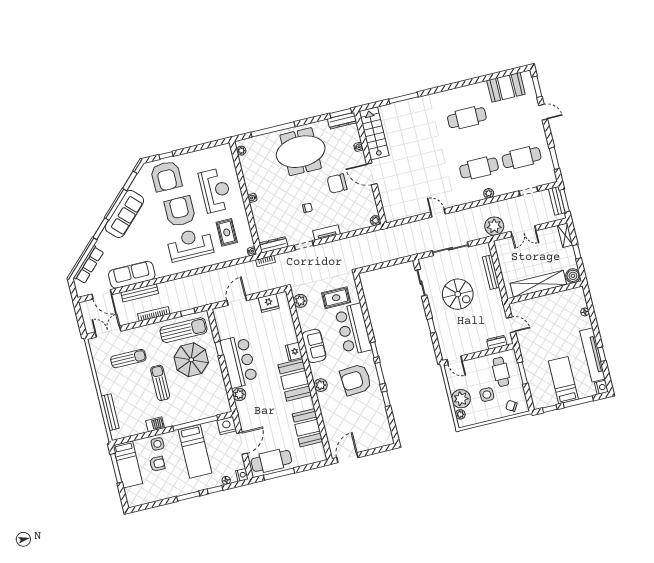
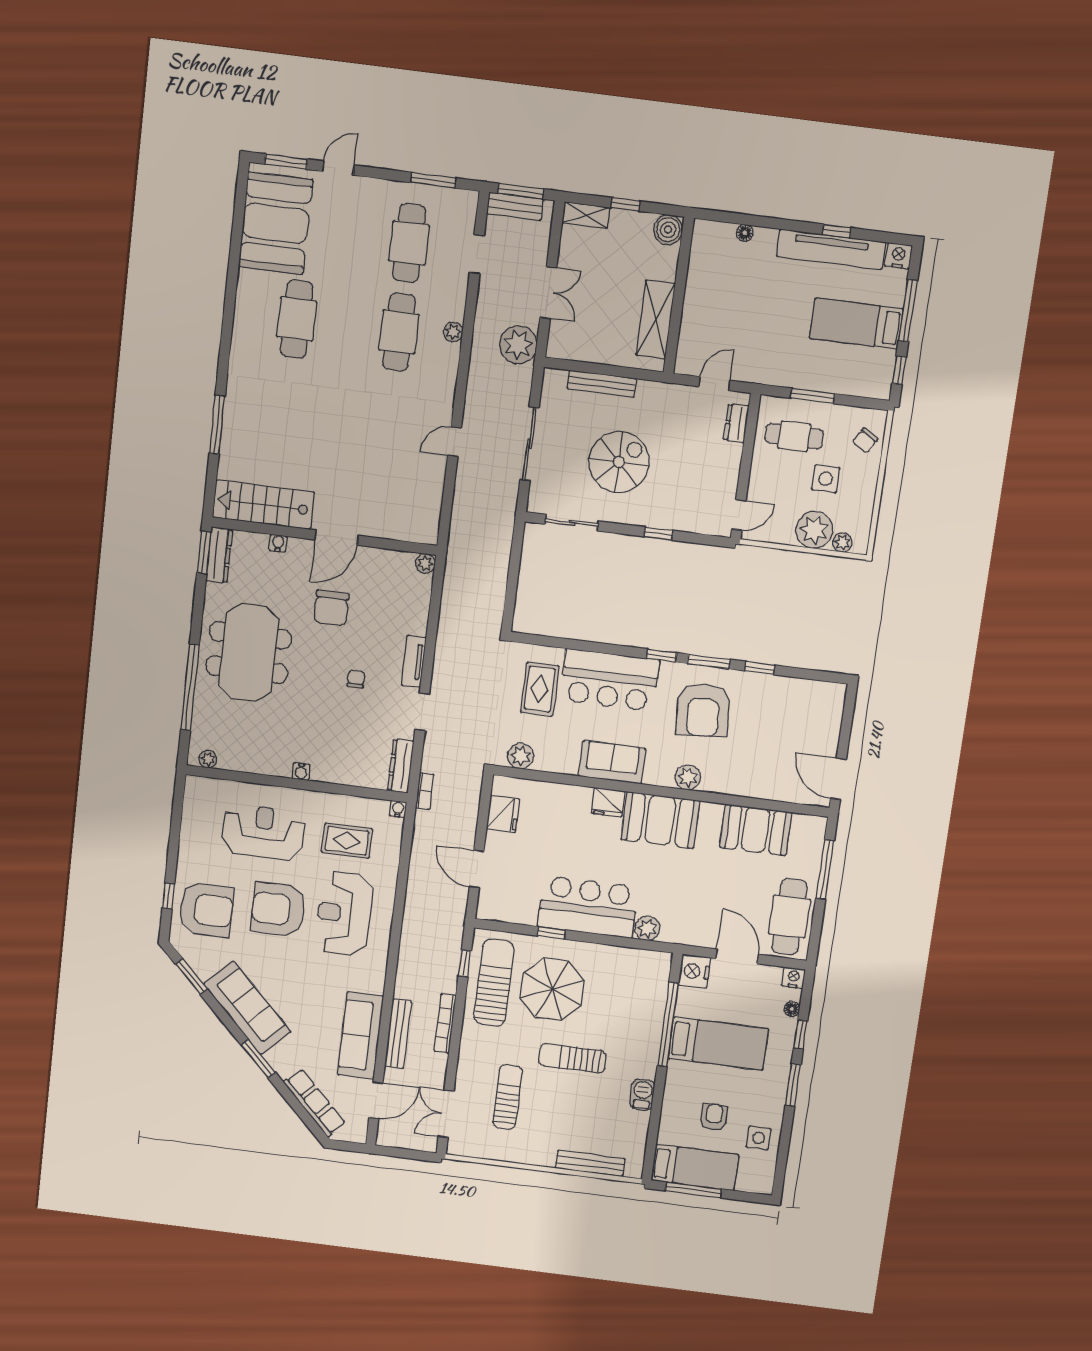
booth: (506, 87) -> (276, 223), width x1.36, depth x1.42
shelving: (538, 284) -> (656, 320), width x0.68
side table: (157, 444) -> (759, 1138), moved
window: (279, 474) -> (825, 869), moved

